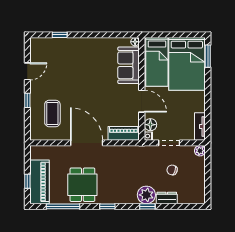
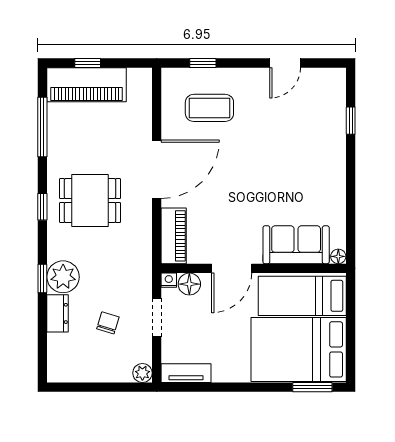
door: (27, 71) -> (285, 63), hinge flipped
window: (27, 100) -> (203, 63), moved
dining table: (82, 185) -> (90, 201), moved

